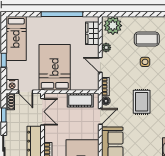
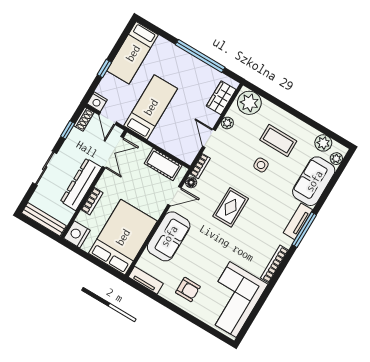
bed: (55, 67) -> (151, 107), width x0.67

